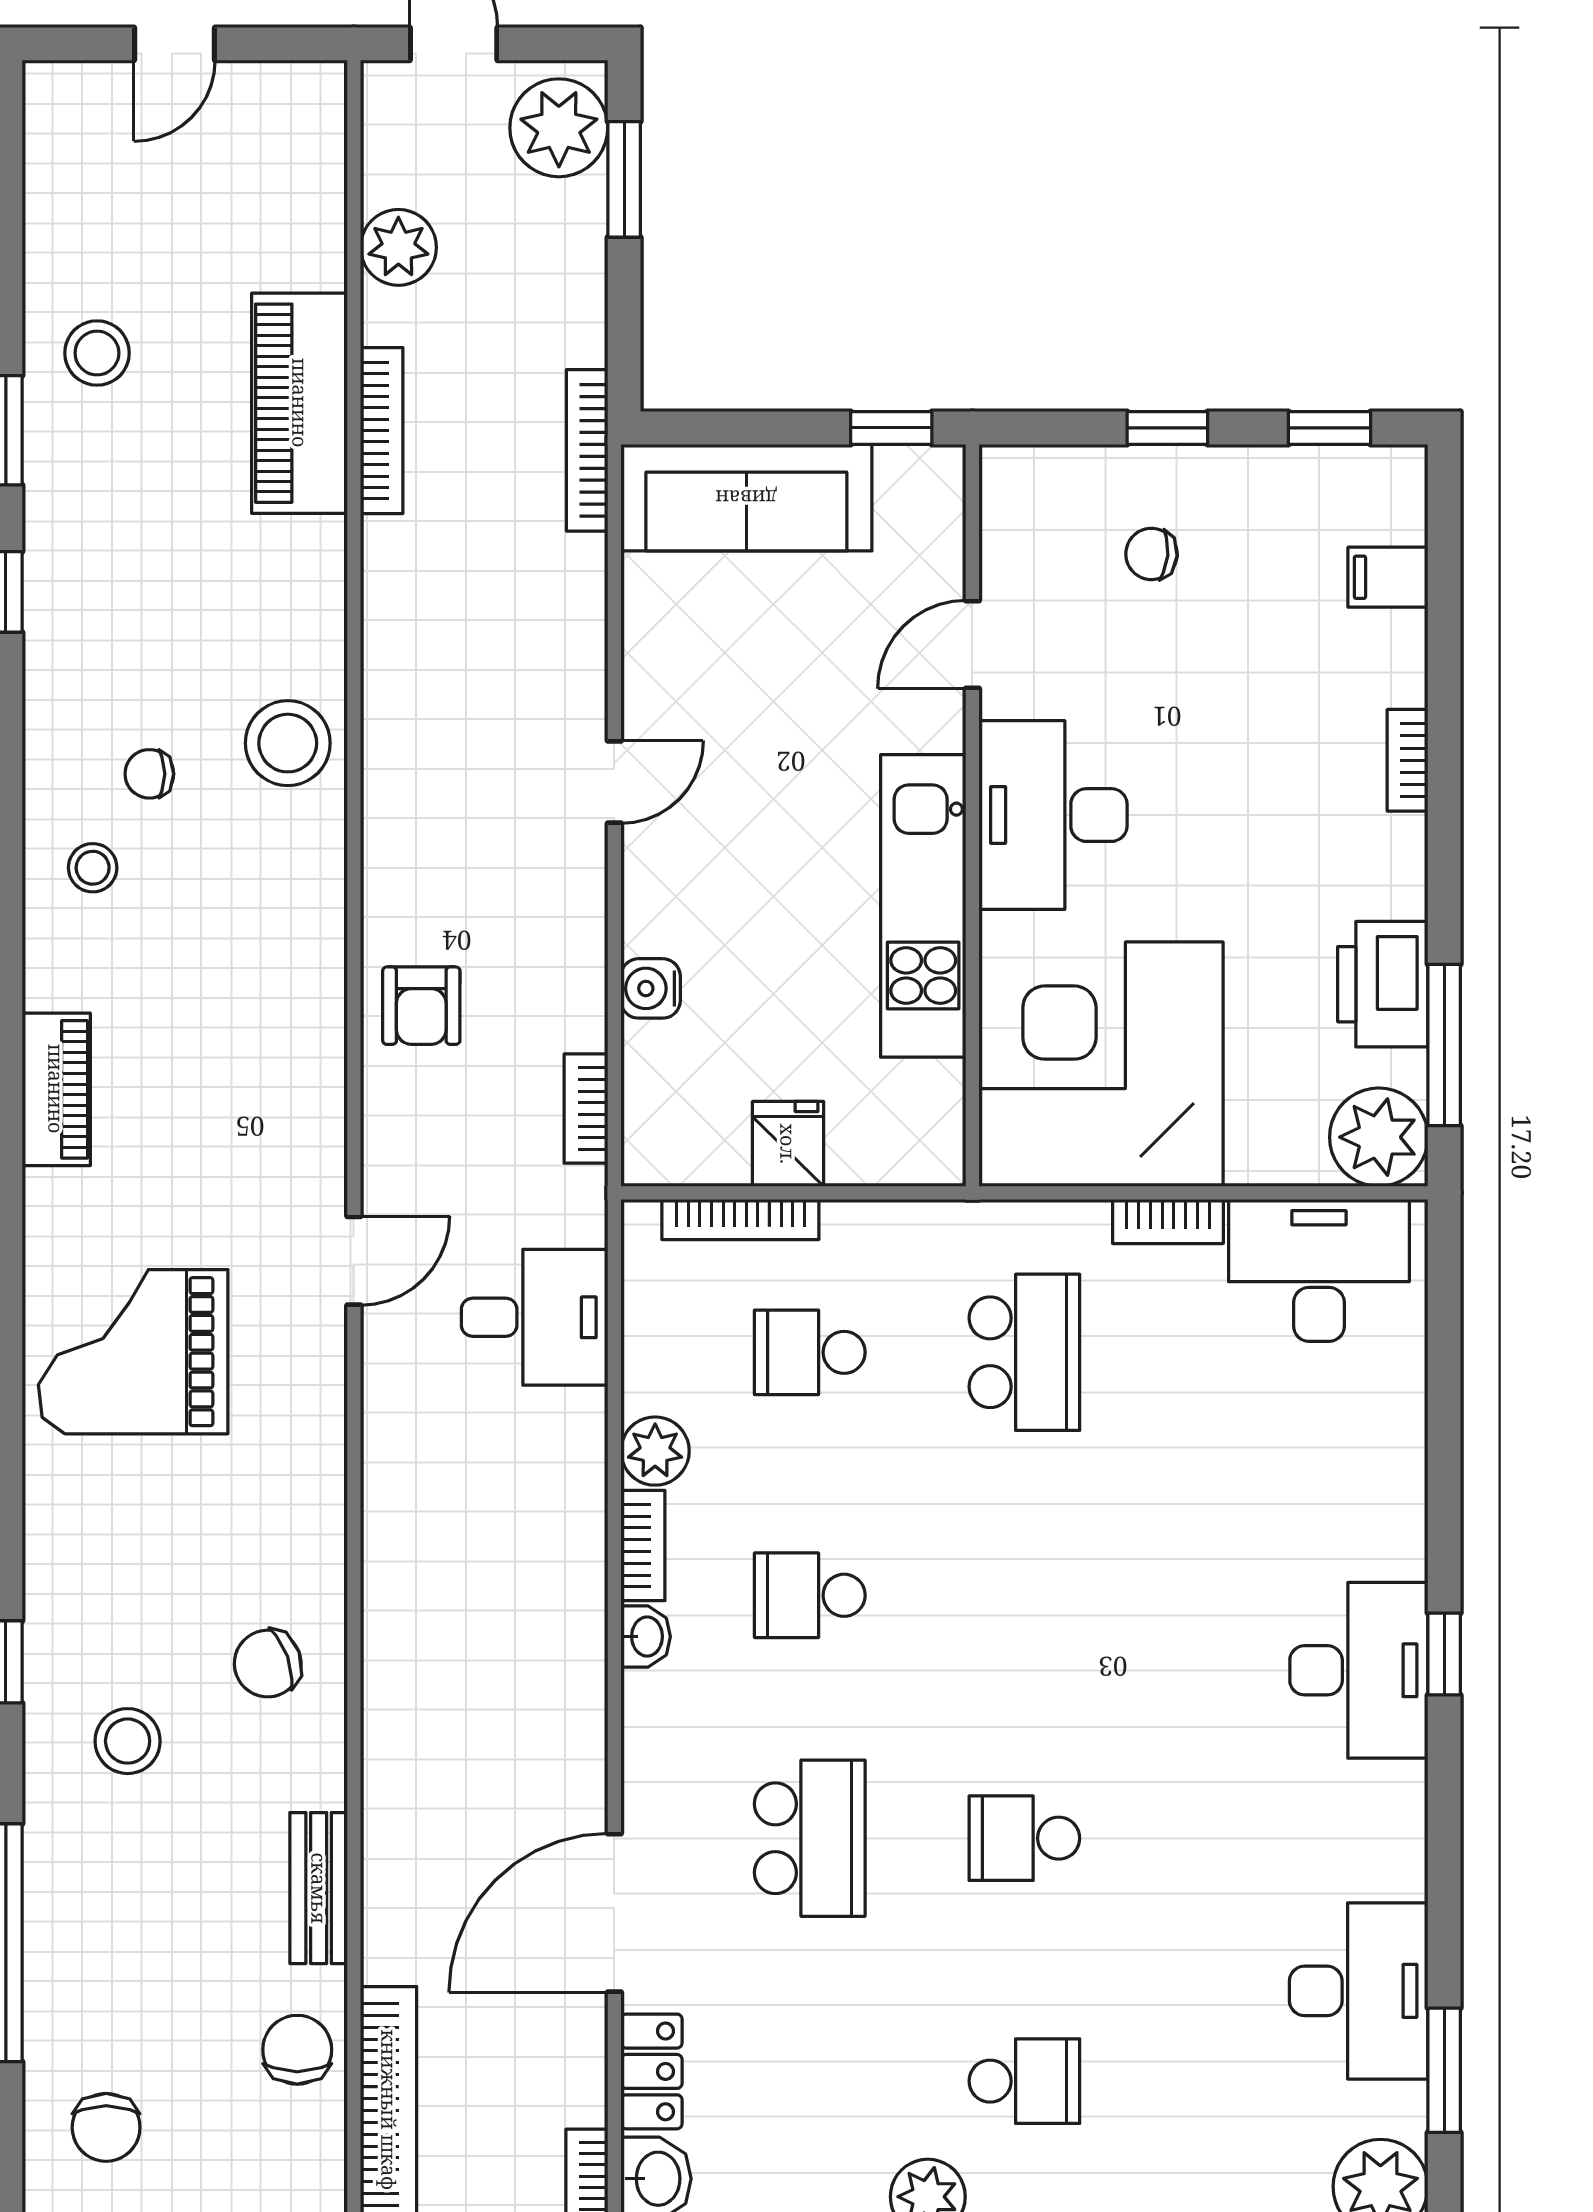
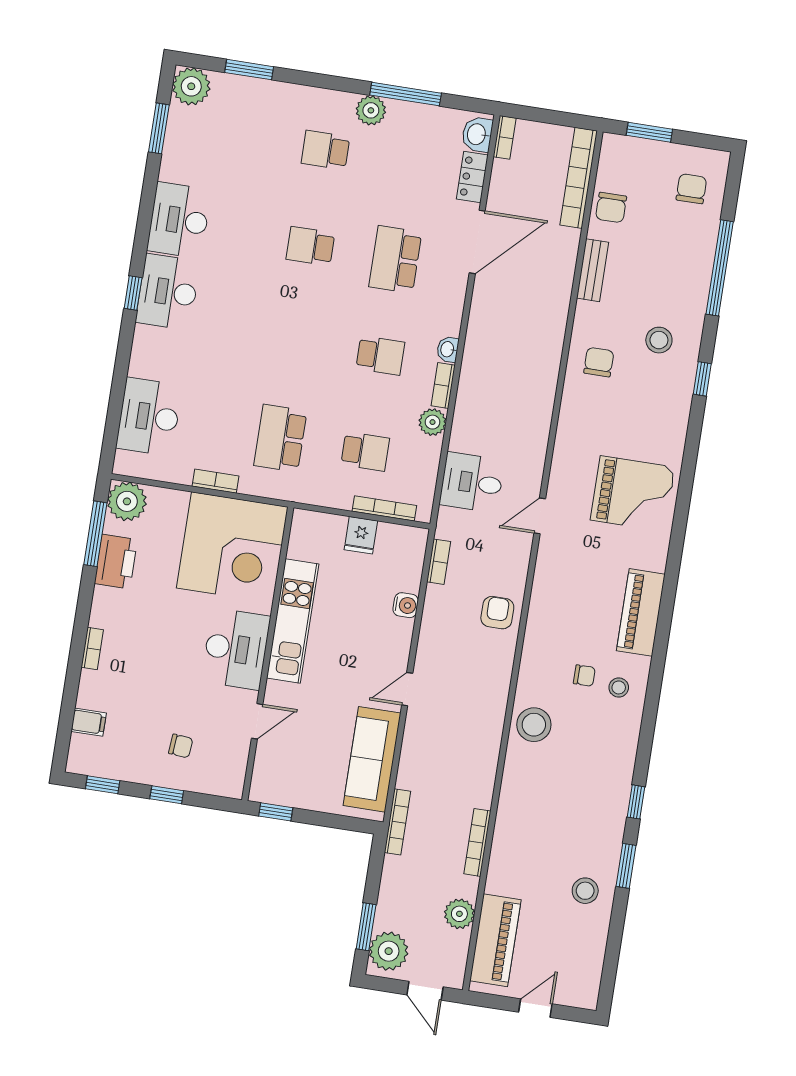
piano: (300, 403) -> (495, 940), moved
sofa: (746, 498) -> (372, 759), moved, turned -90
chair: (149, 774) -> (584, 676), moved
piano: (56, 1089) -> (641, 612), width x1.37, depth x1.33
desk: (1319, 1270) -> (149, 417), moved, turned 90
chair: (268, 1664) -> (599, 362), turned -70
school desk: (1024, 1838) -> (310, 246), turned 180
desk: (1359, 1991) -> (179, 220), moved

